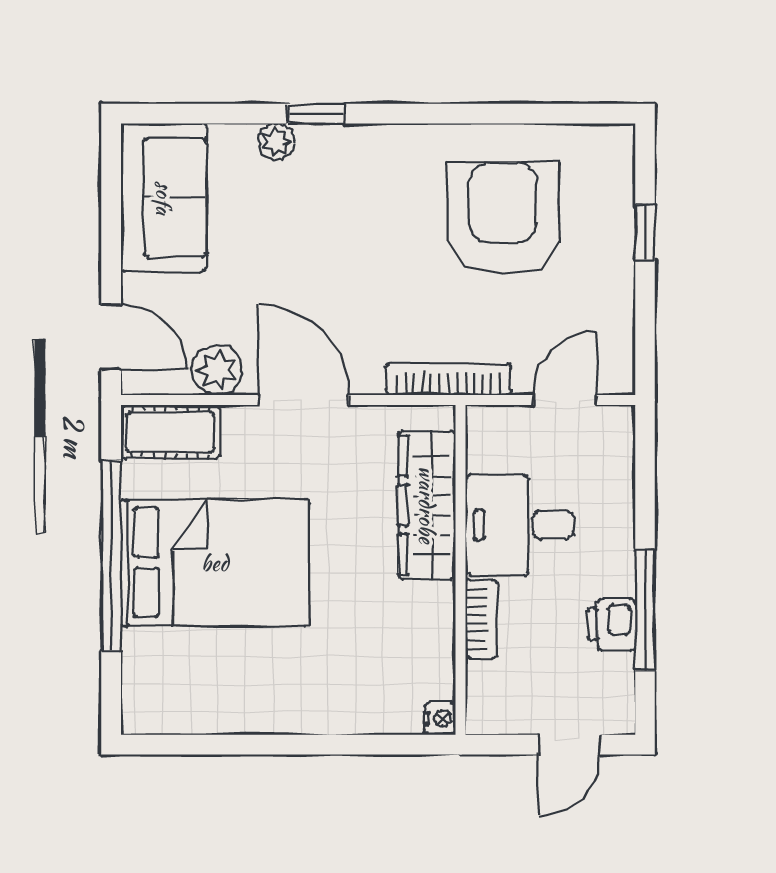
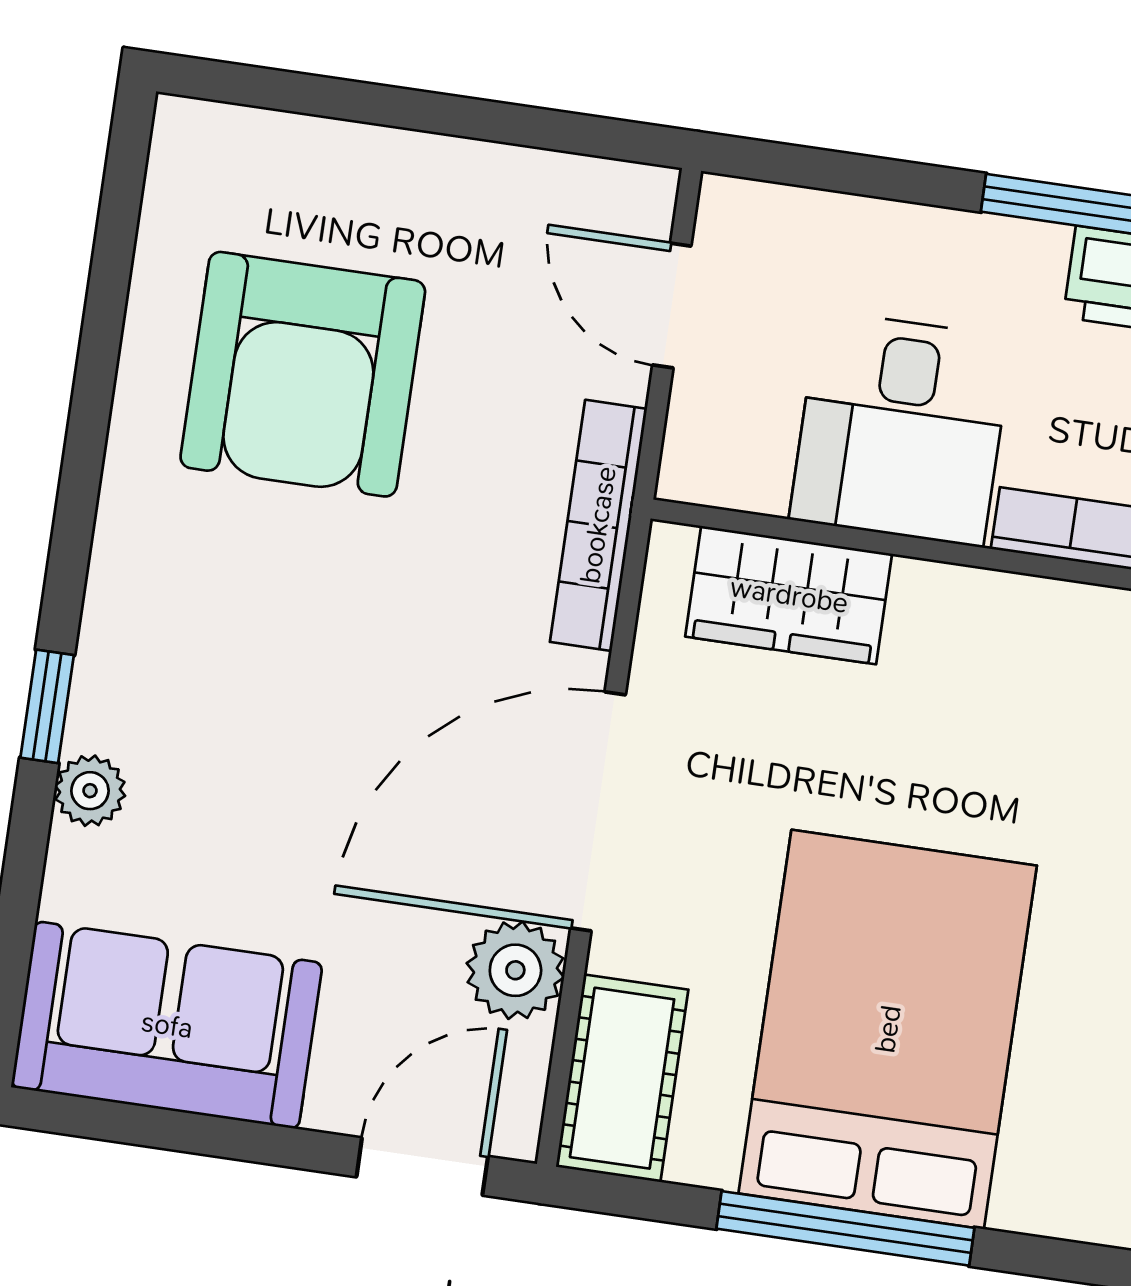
armchair: (503, 218) -> (303, 374), turned -90
window: (645, 232) -> (370, 103), removed
door: (304, 400) -> (598, 811), width x1.36
wardrobe: (427, 505) -> (789, 595), width x0.67
window: (111, 556) -> (845, 1228), width x0.68

